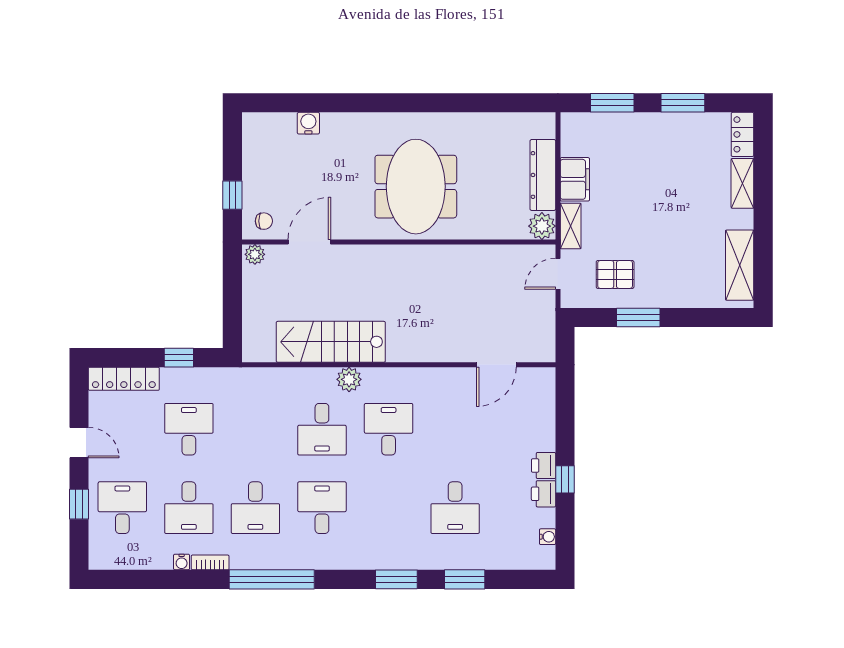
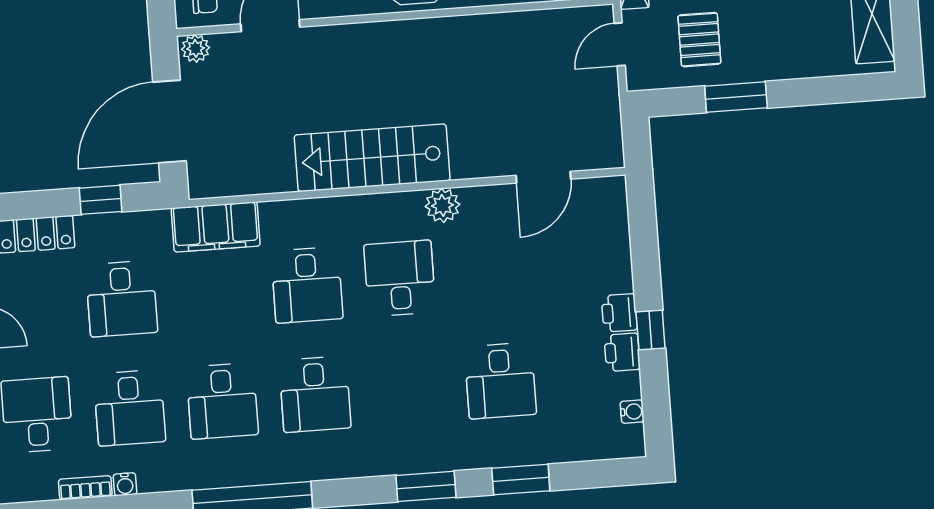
pallet: (615, 274) -> (699, 40), turned 90
door: (232, 305) -> (169, 122), added
stairs: (331, 342) -> (372, 158), moved
plant: (349, 379) -> (443, 205), moved
filing cabinet: (260, 383) -> (216, 227), added
desk: (189, 429) -> (122, 299), turned 180
desk: (322, 508) -> (315, 394), turned 180
bookcase: (210, 562) -> (85, 488), moved

